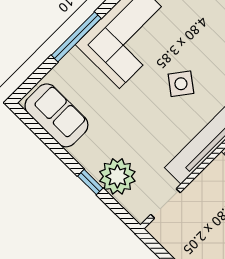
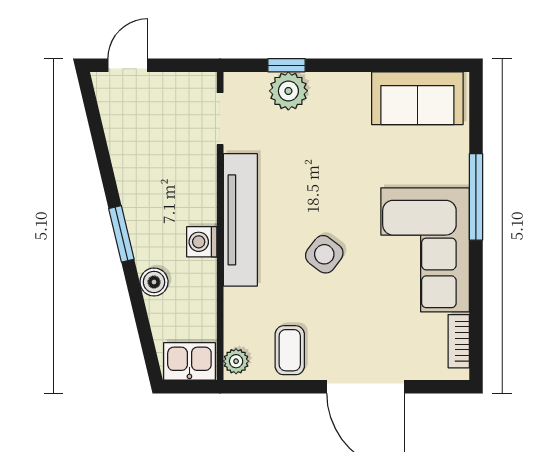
plant: (117, 176) -> (288, 91), width x0.73, depth x0.73
window: (90, 182) -> (286, 65), moved

